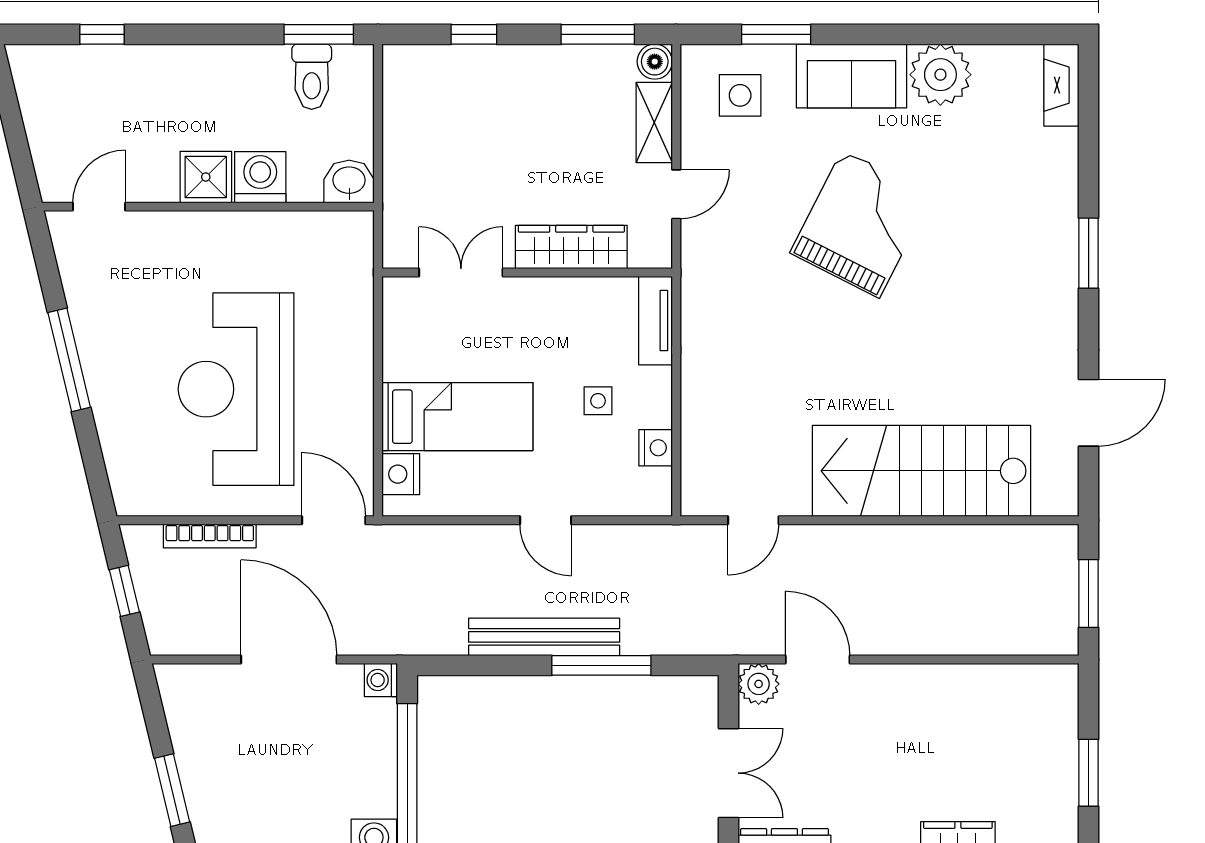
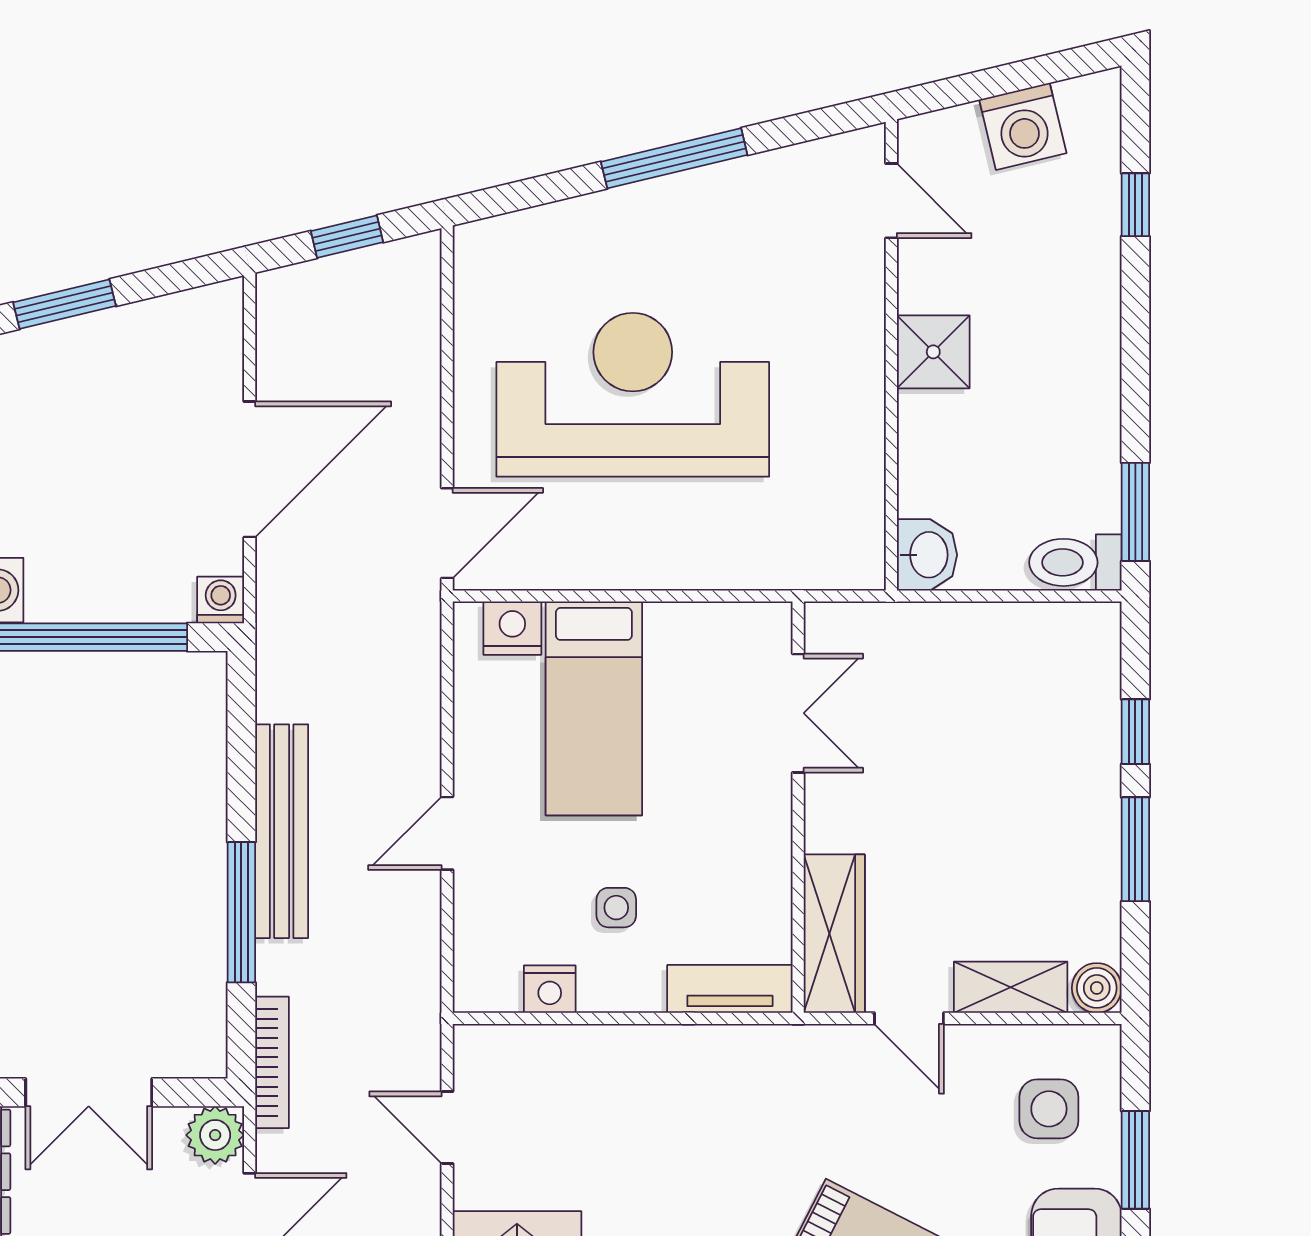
window: (598, 34) -> (1135, 849), moved
toilet: (312, 77) -> (1075, 562), moved
washing machine: (260, 177) -> (1023, 126), moved, turned 77
wardrobe: (571, 247) -> (834, 934), moved
bookcase: (210, 536) -> (272, 1062), moved, turned 180

